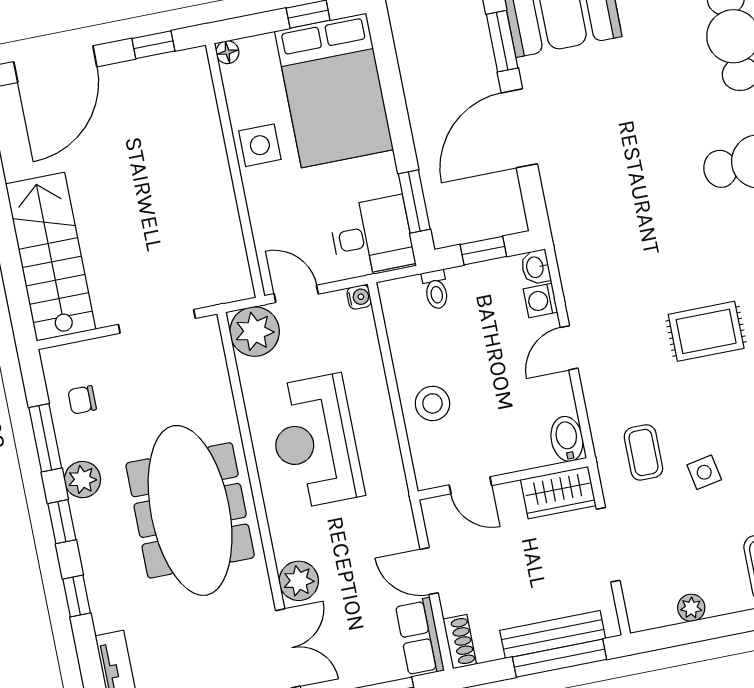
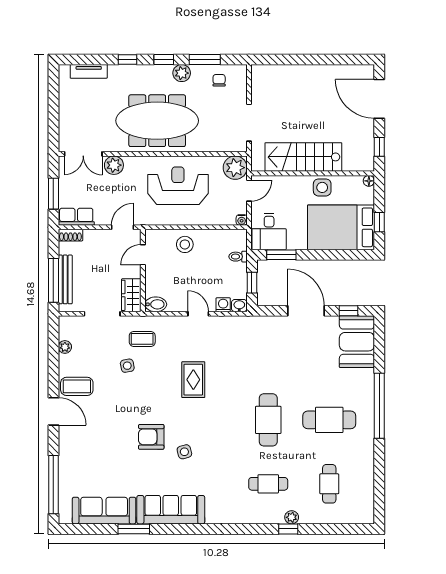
window: (502, 41) -> (348, 311), width x0.67
stairs: (51, 257) -> (303, 157), moved, turned 180
door: (429, 571) -> (123, 227), moved

